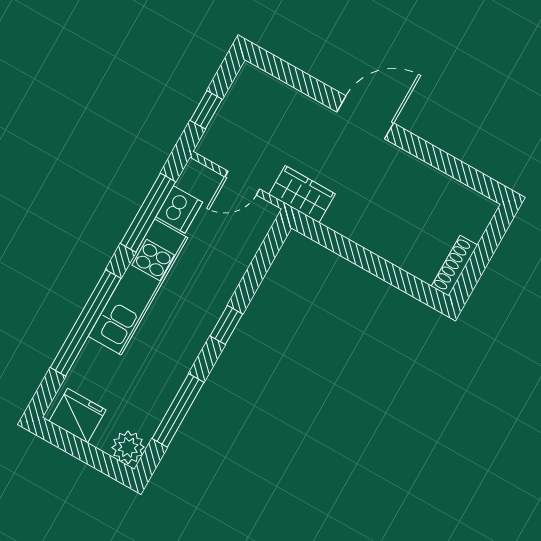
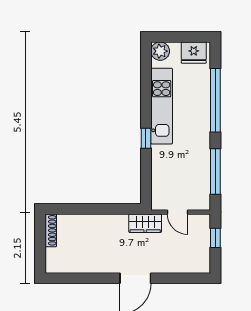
door: (242, 183) -> (178, 212), swing flipped
dishwasher: (179, 210) -> (201, 182), removed
kitchen unit: (138, 287) -> (162, 106), moved, turned 180
window: (178, 410) -> (146, 83), removed

